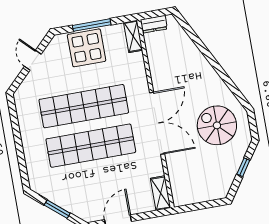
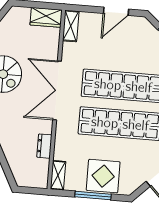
dresser: (154, 24) -> (44, 146), moved, turned -90
wardrobe: (188, 195) -> (46, 17), added

